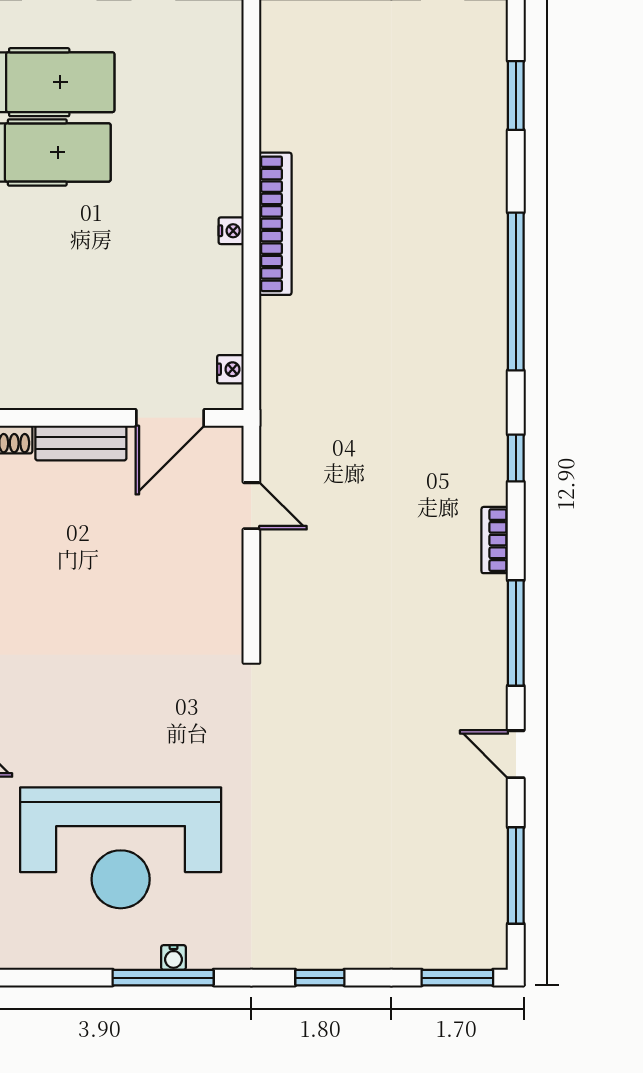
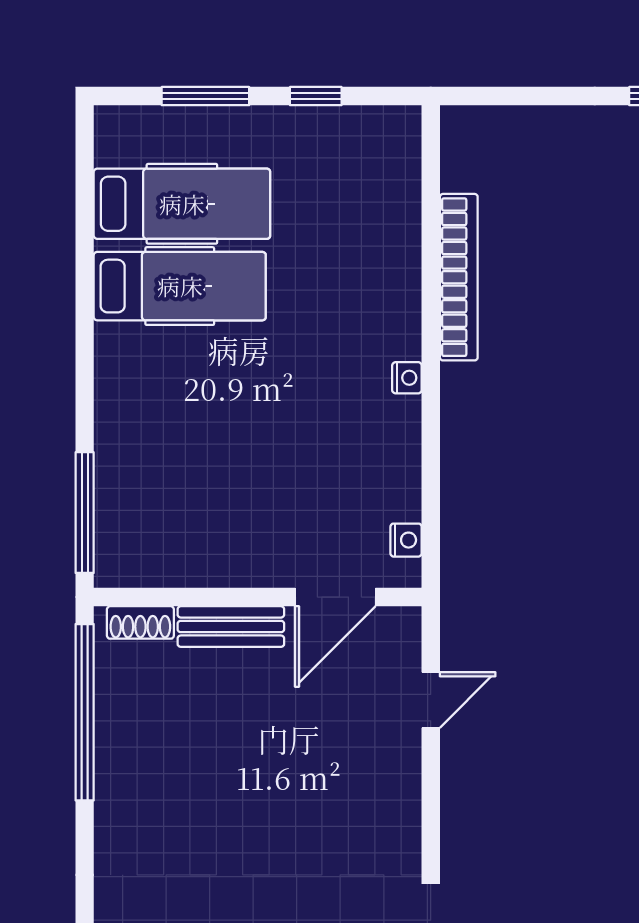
bookcase: (275, 224) -> (459, 277), moved
door: (251, 506) -> (431, 700), hinge flipped

